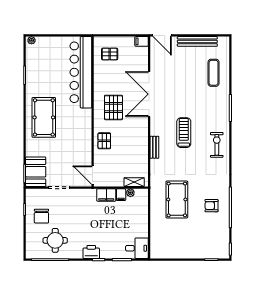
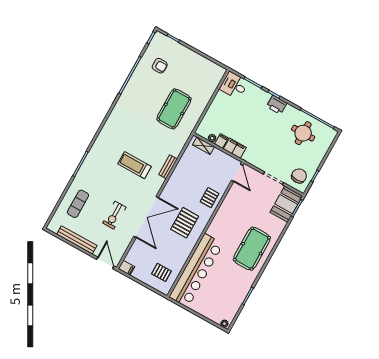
treadmill: (184, 133) -> (134, 165), turned 90
exercise bike: (217, 145) -> (114, 215), moved
armchair: (212, 206) -> (160, 66), moved
chair: (41, 216) -> (299, 176), moved

